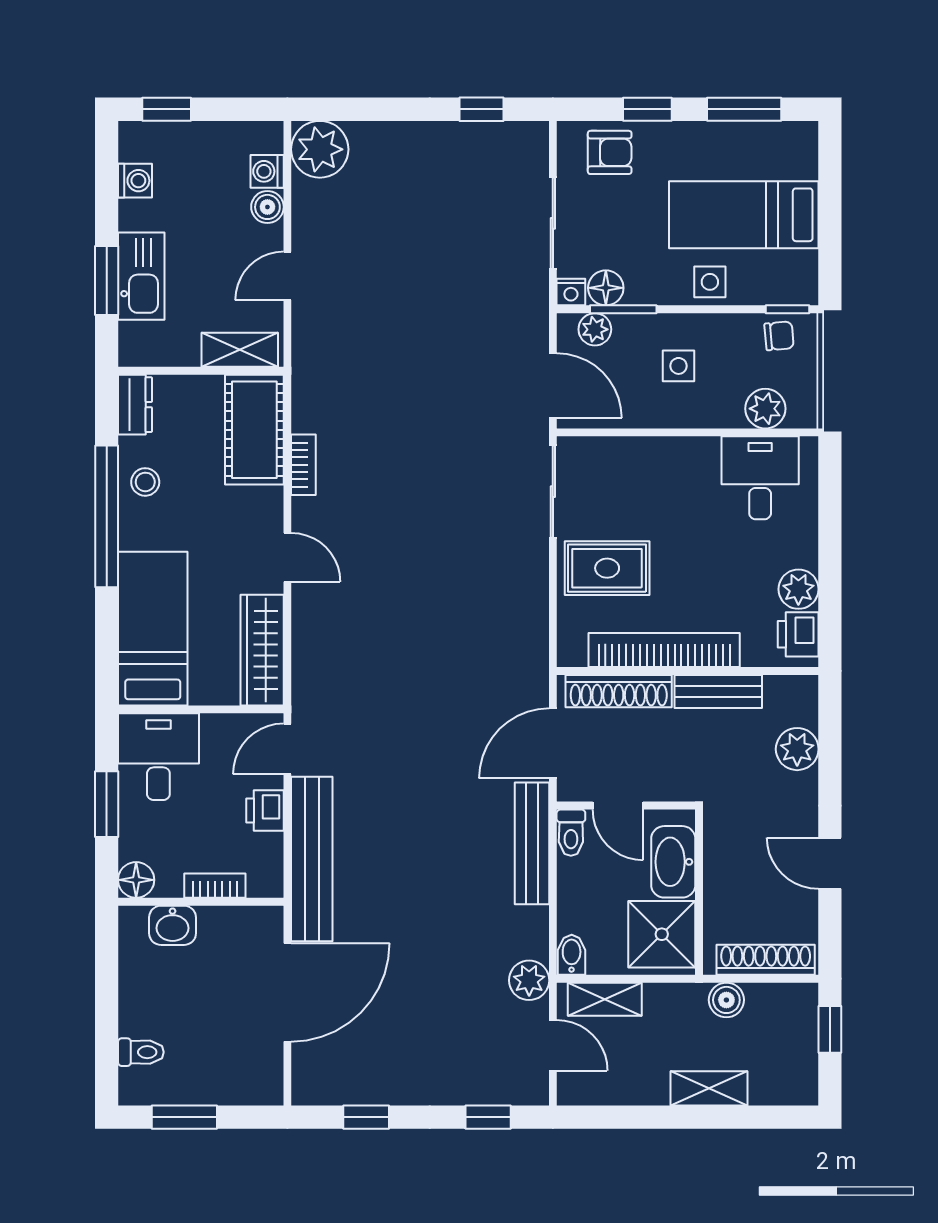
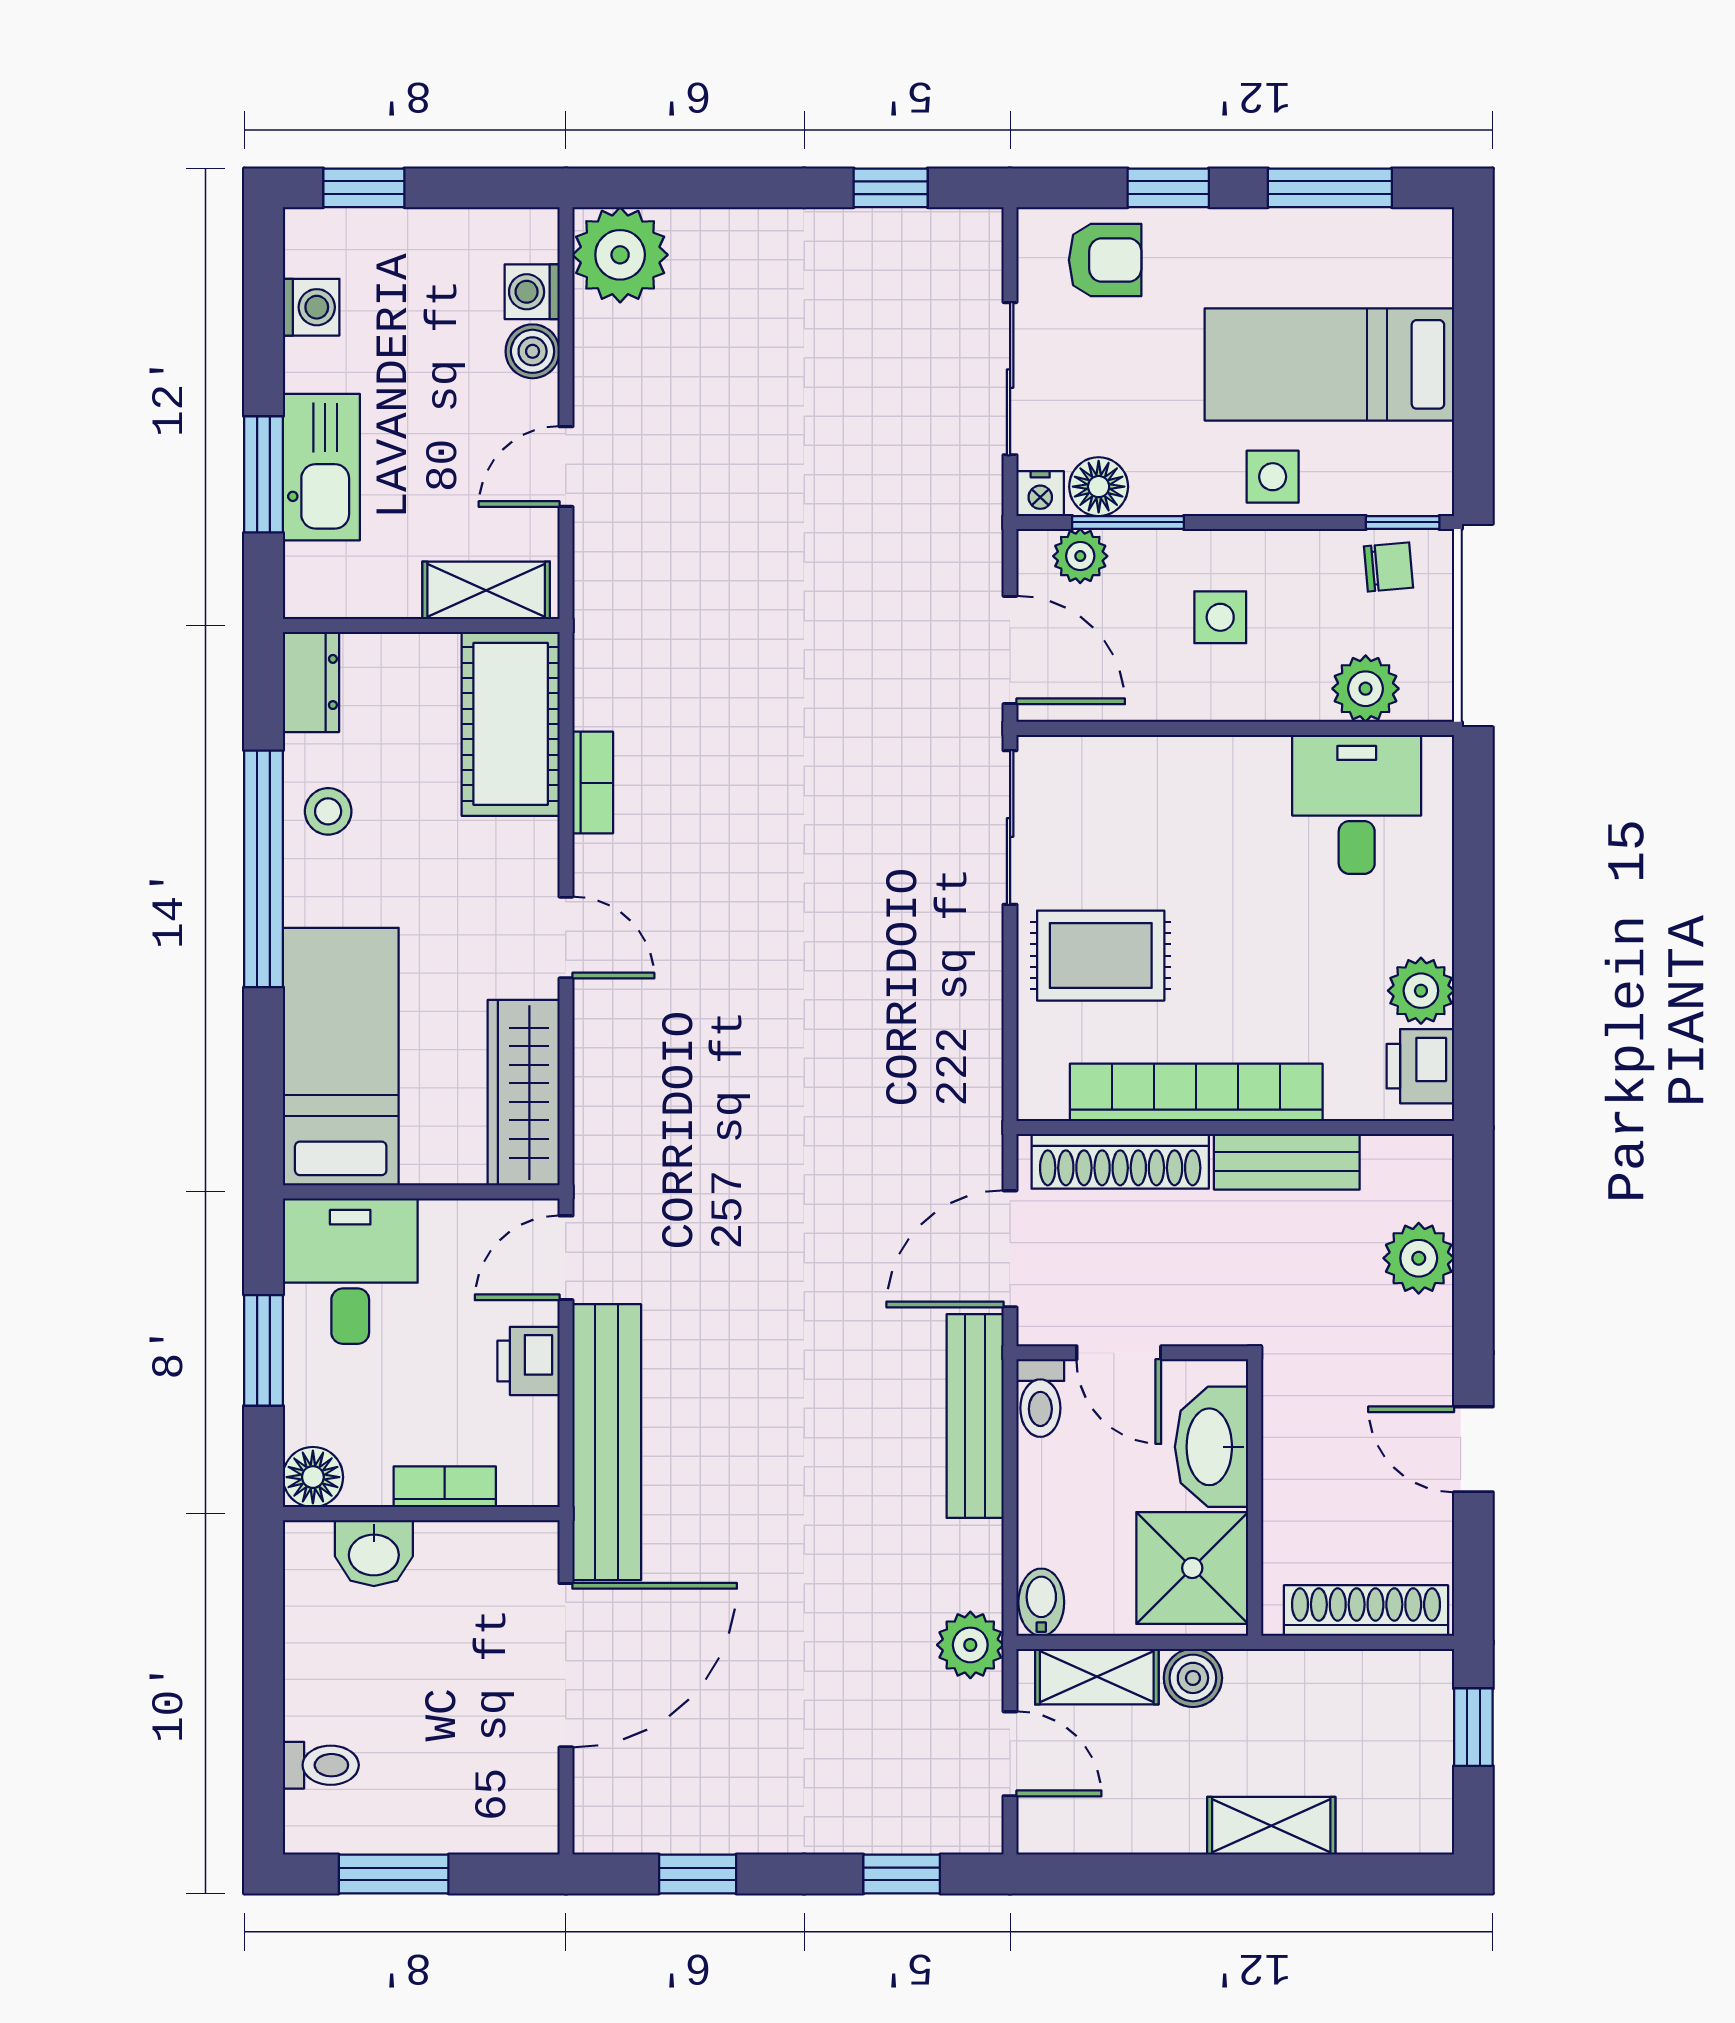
boiler: (726, 1000) -> (1193, 1678), moved

